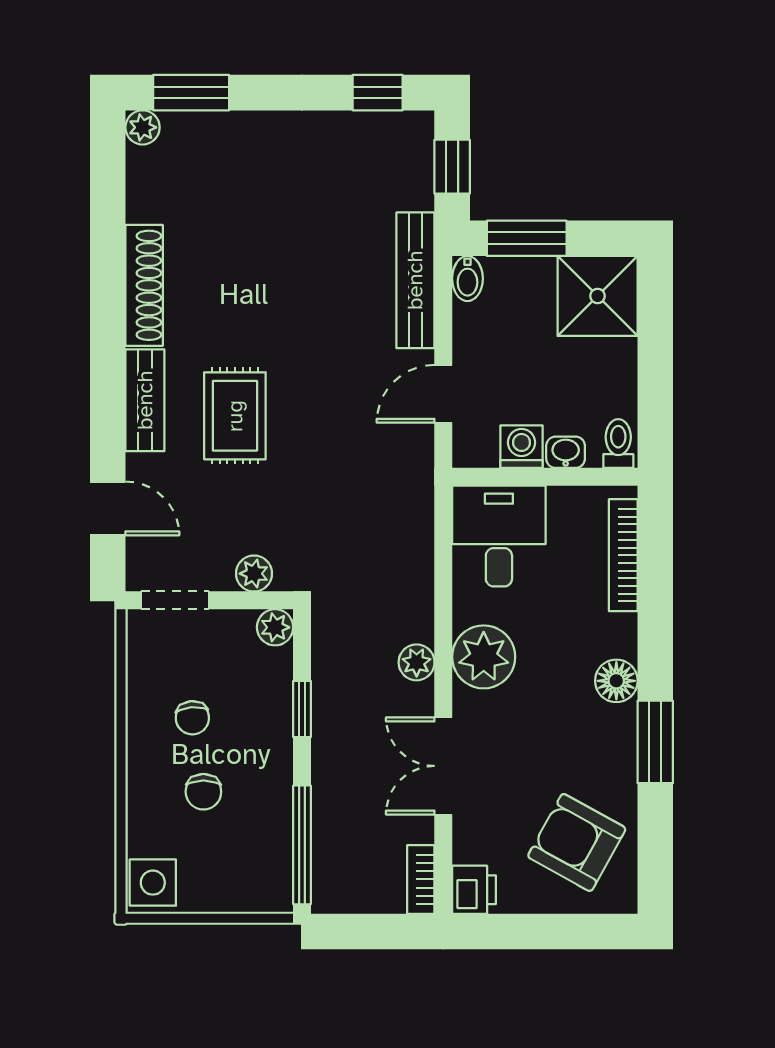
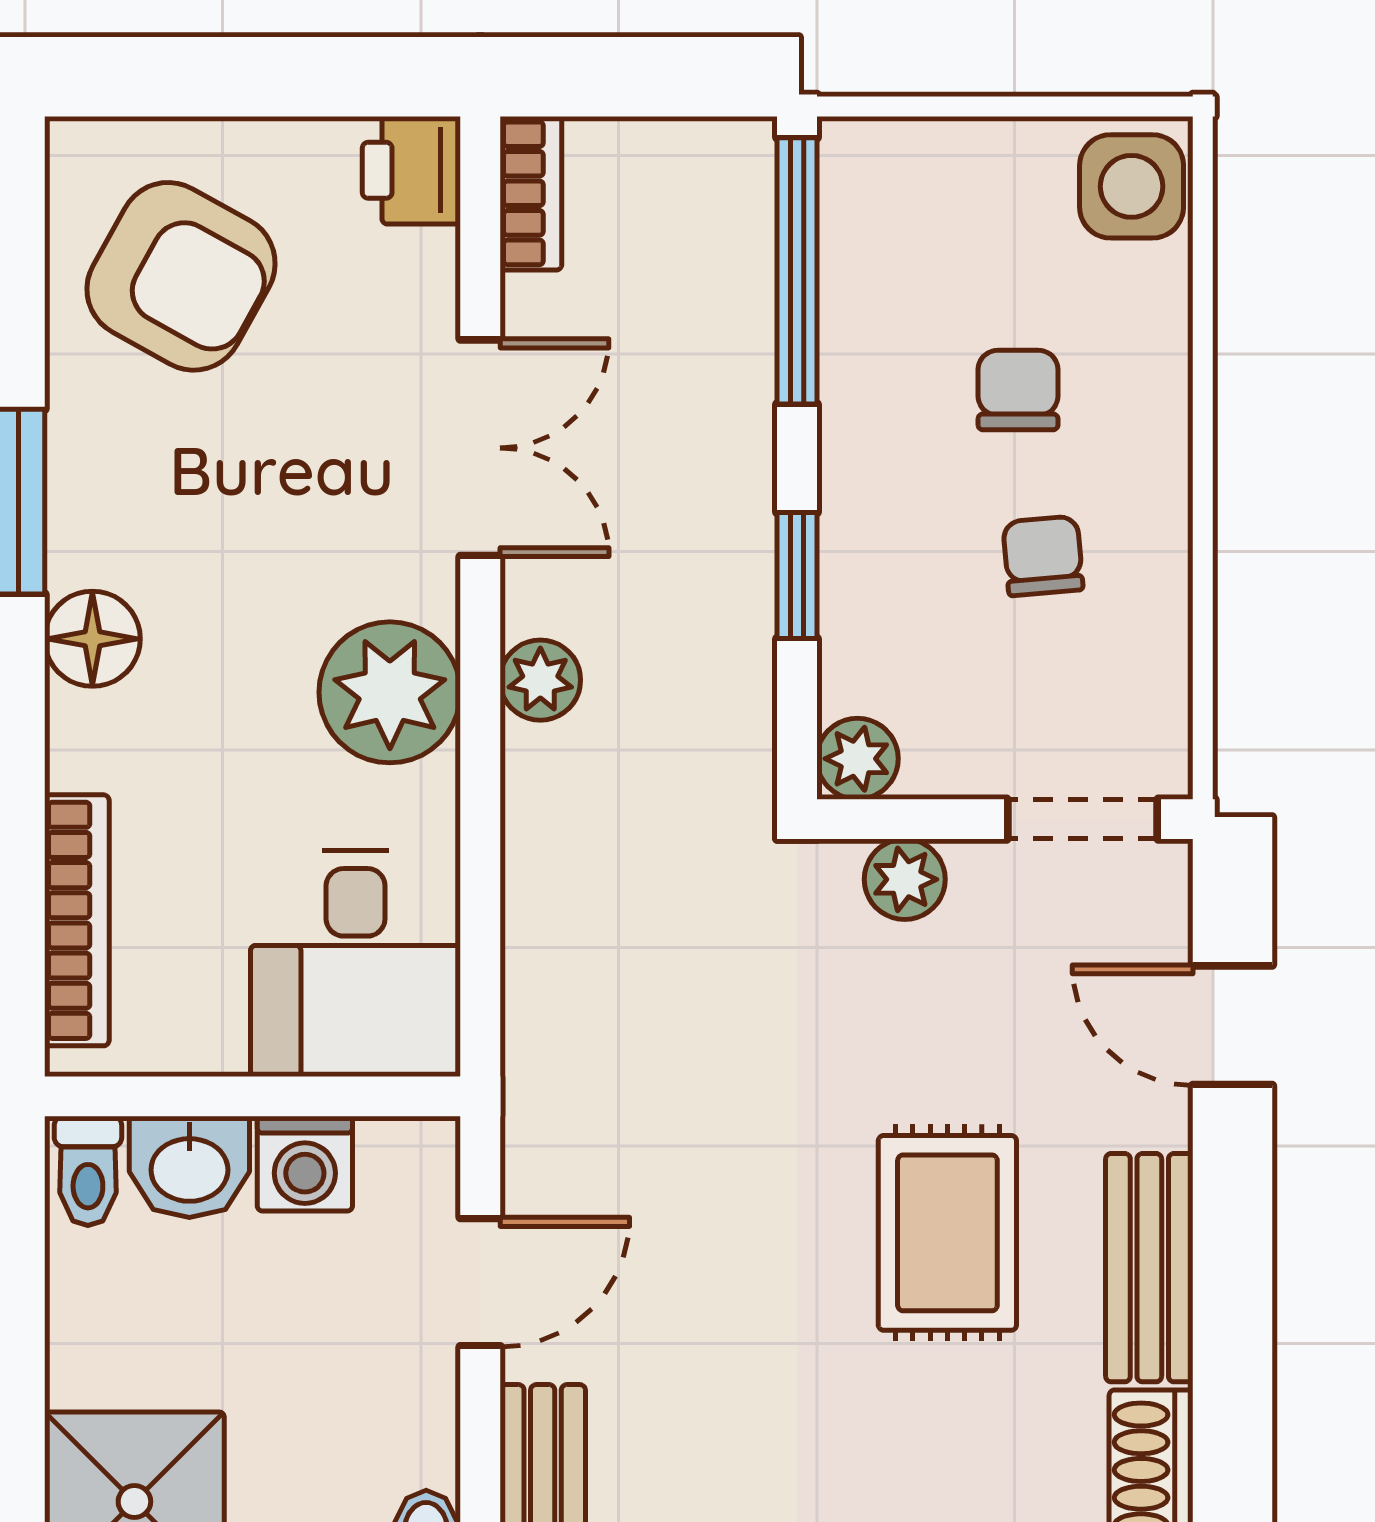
washbasin: (566, 452) -> (189, 1167), width x1.38, depth x1.45

